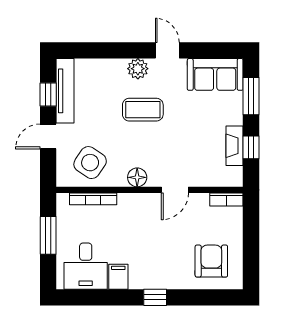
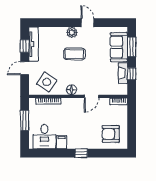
sofa: (215, 74) -> (119, 47), moved, turned 90
armchair: (211, 261) -> (111, 134), turned -90

